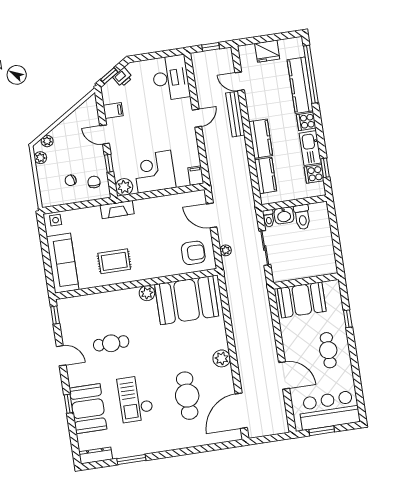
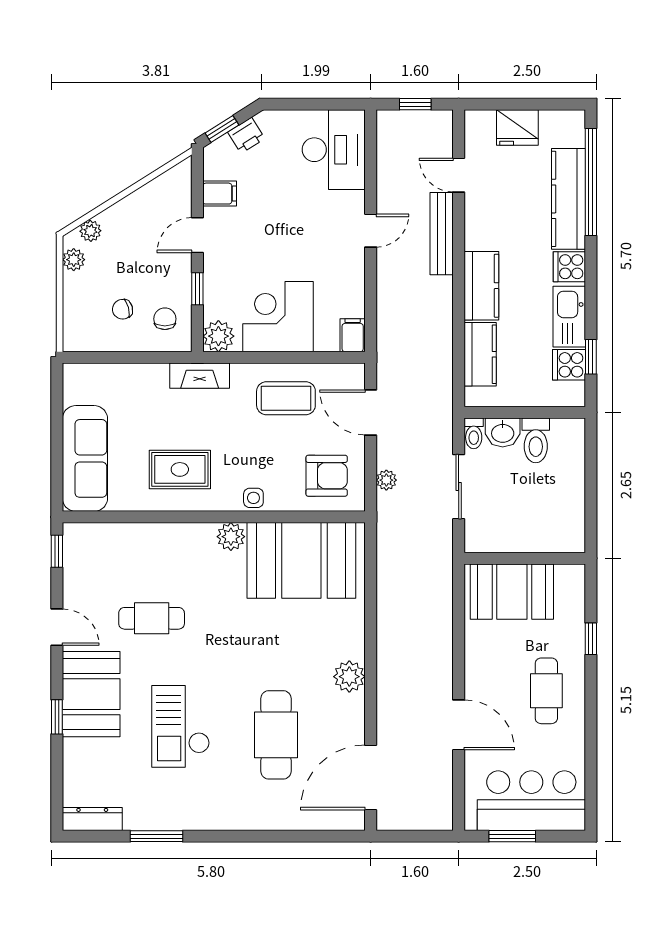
door: (105, 135) -> (197, 235), hinge flipped
coffee table: (165, 215) -> (286, 398), added
side table: (56, 220) -> (253, 498), moved
booth: (88, 409) -> (91, 694), moved

